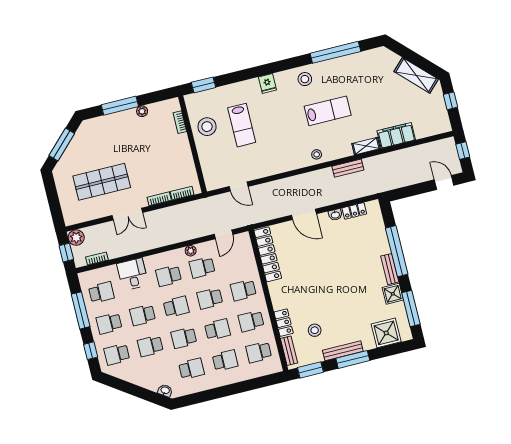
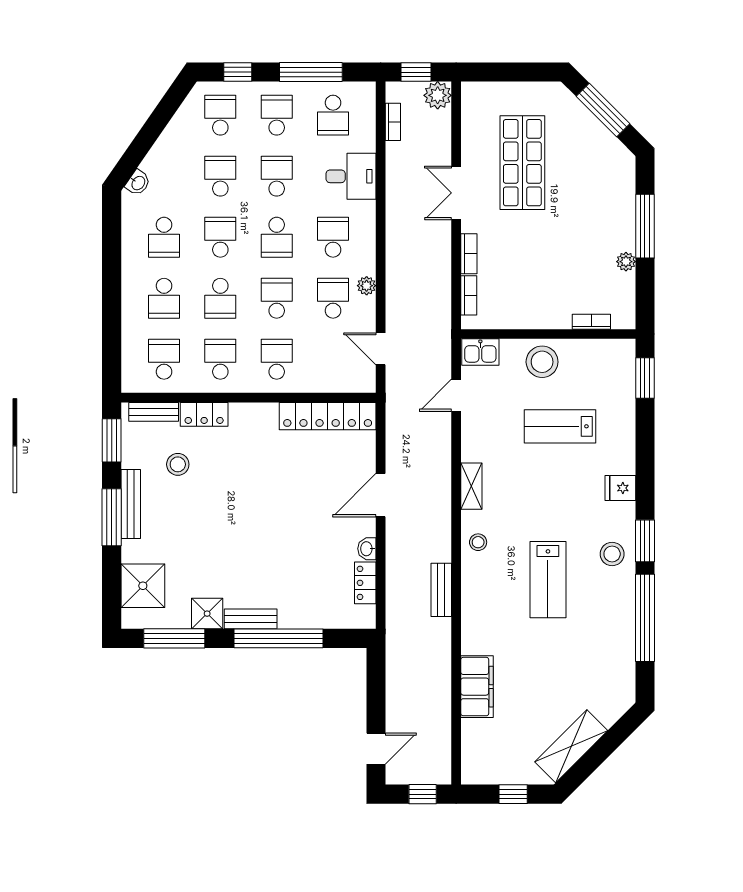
window: (293, 63) -> (645, 541), added
stool: (207, 127) -> (542, 362), moved
shelving: (366, 146) -> (471, 486), moved
kitchen sink: (212, 179) -> (480, 352), added

